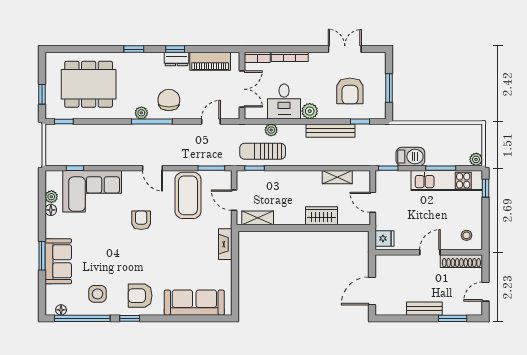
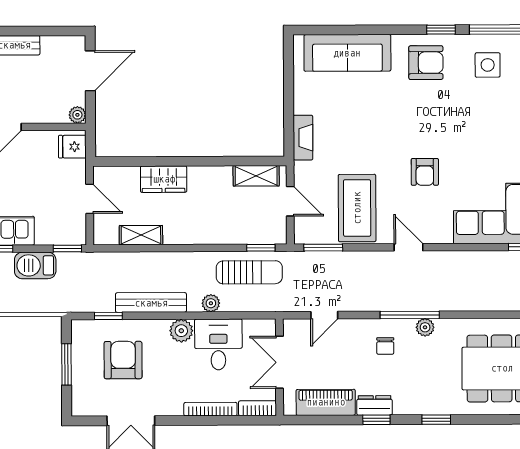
chair: (169, 100) -> (385, 346), width x0.54, depth x0.54
plant: (271, 130) -> (211, 303), moved
plant: (381, 260) -> (77, 115), added

